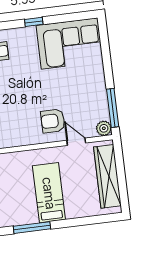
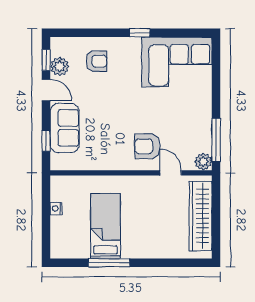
bed: (49, 193) -> (105, 226), moved

